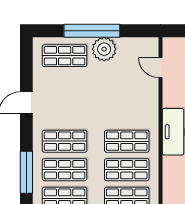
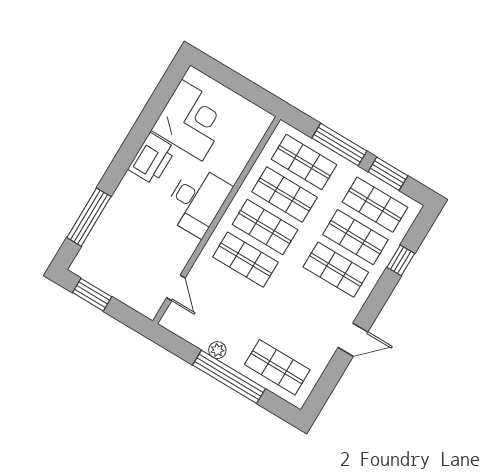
plant: (104, 49) -> (217, 350), width x0.53, depth x0.53
shop shelf: (127, 113) -> (245, 260), added
window: (26, 172) -> (401, 260), width x0.46

